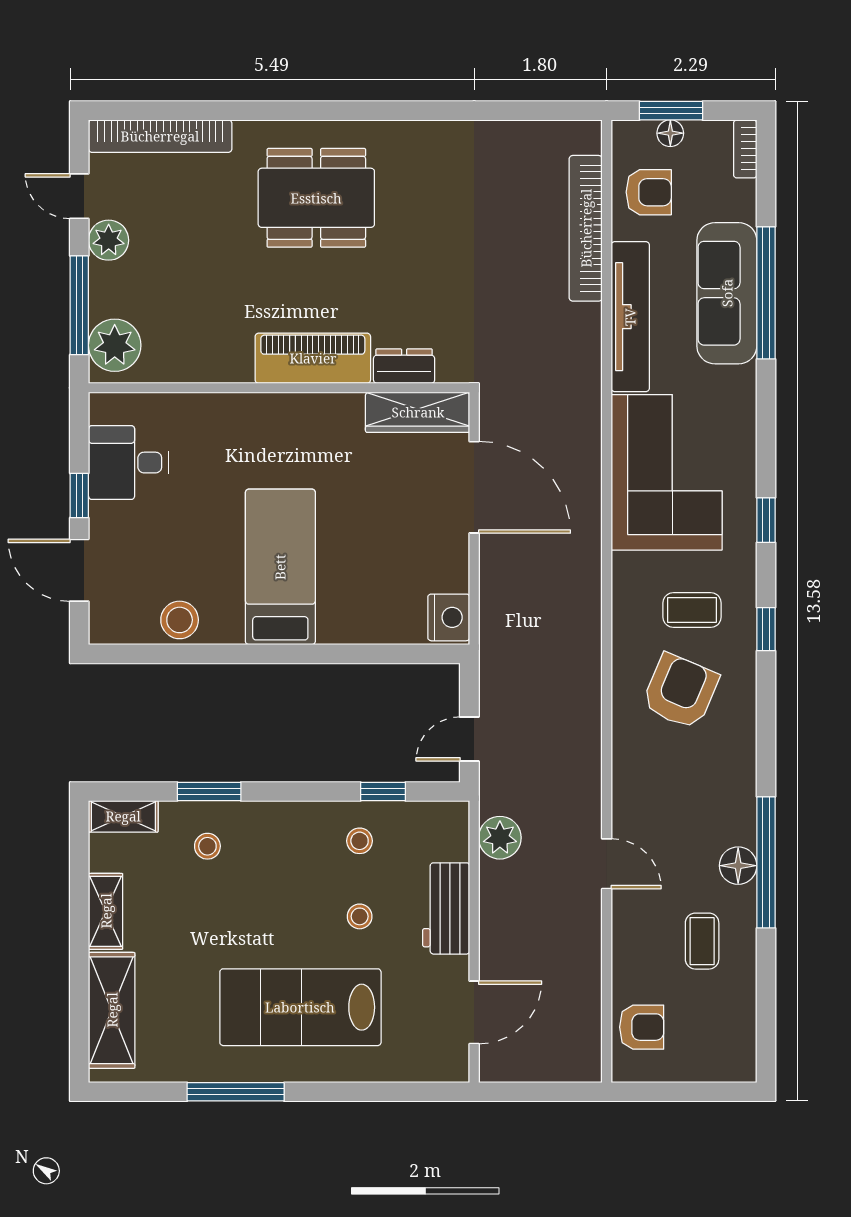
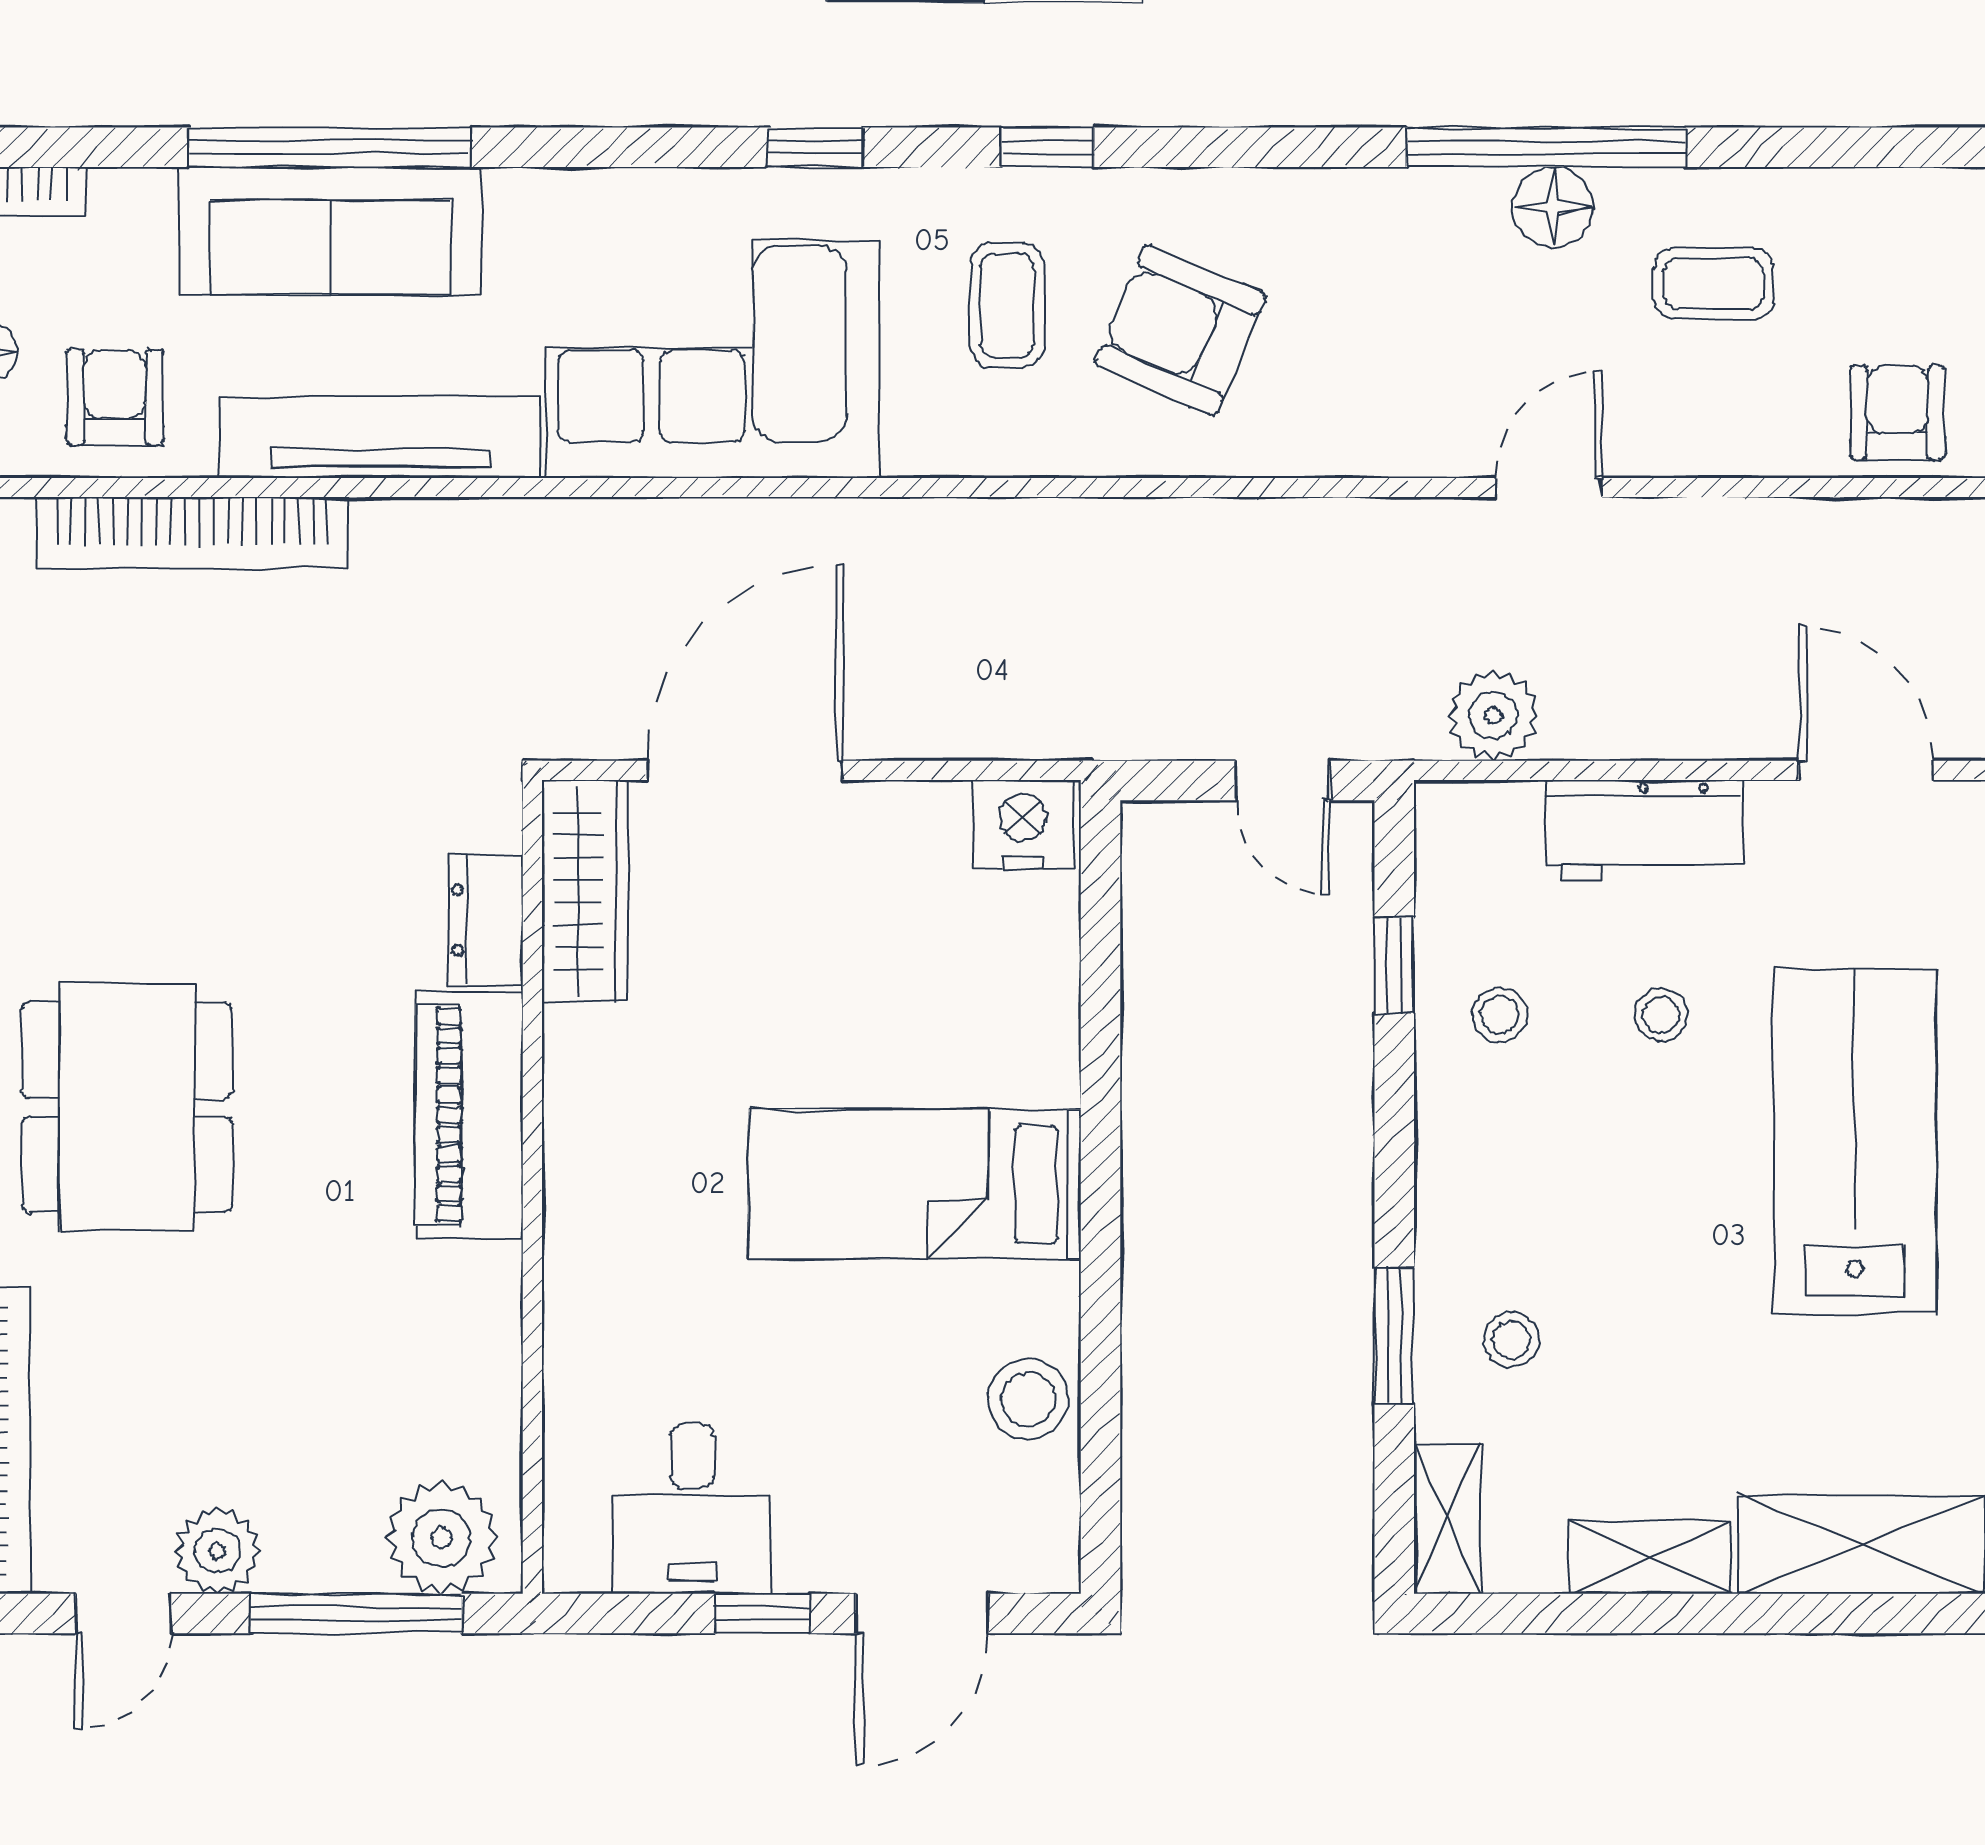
lab bench: (300, 1007) -> (1855, 1141), turned 180

